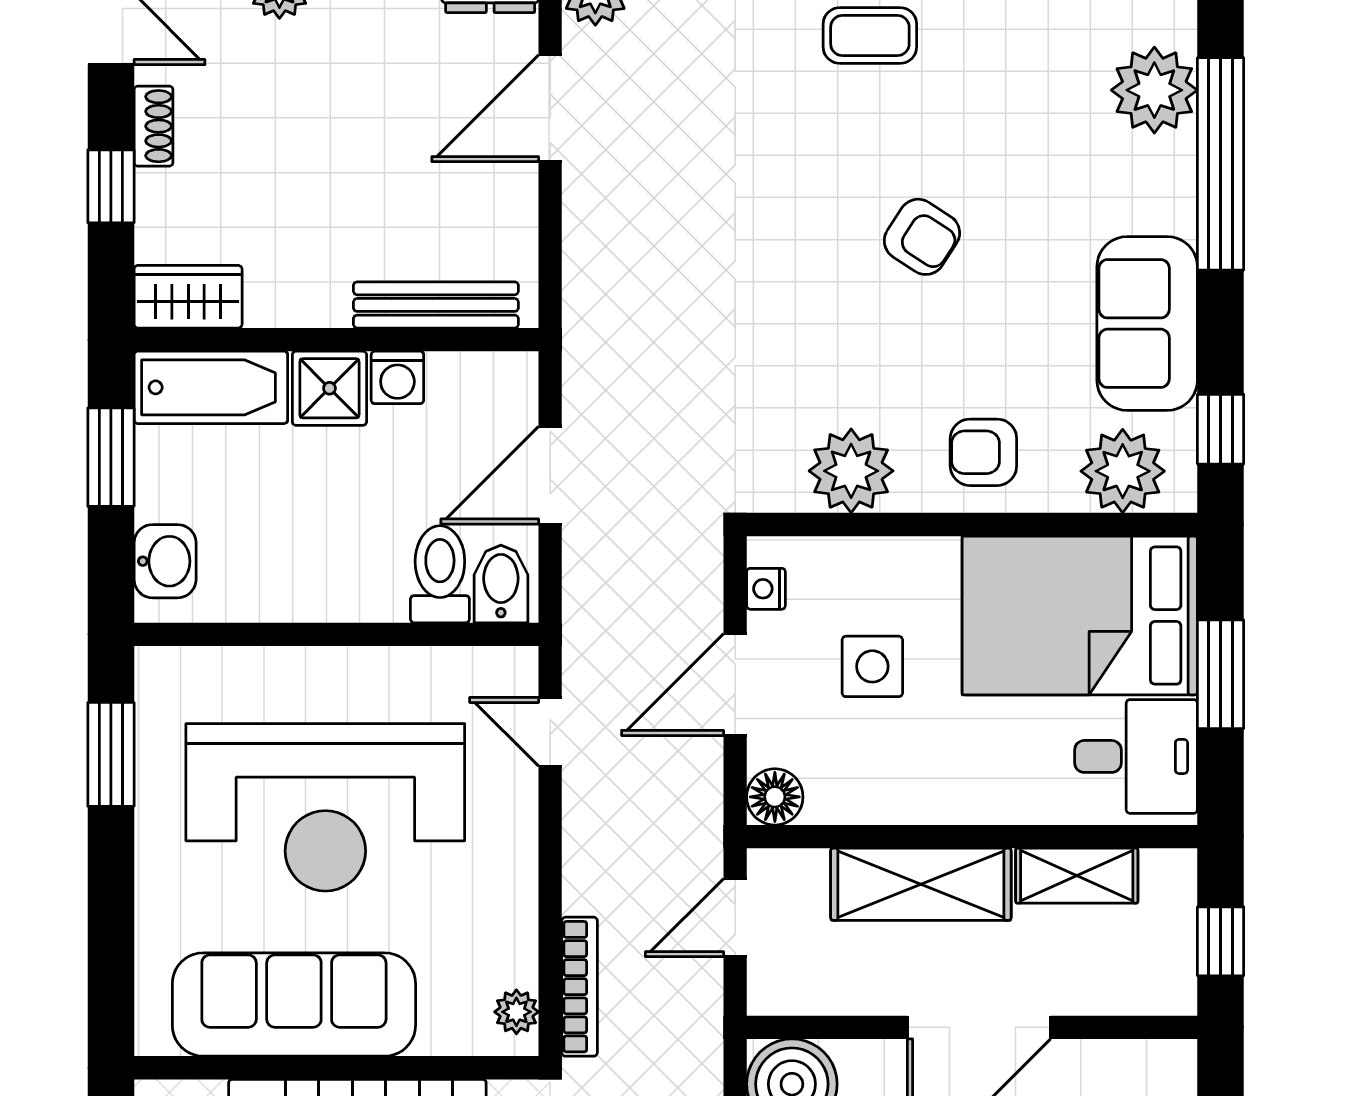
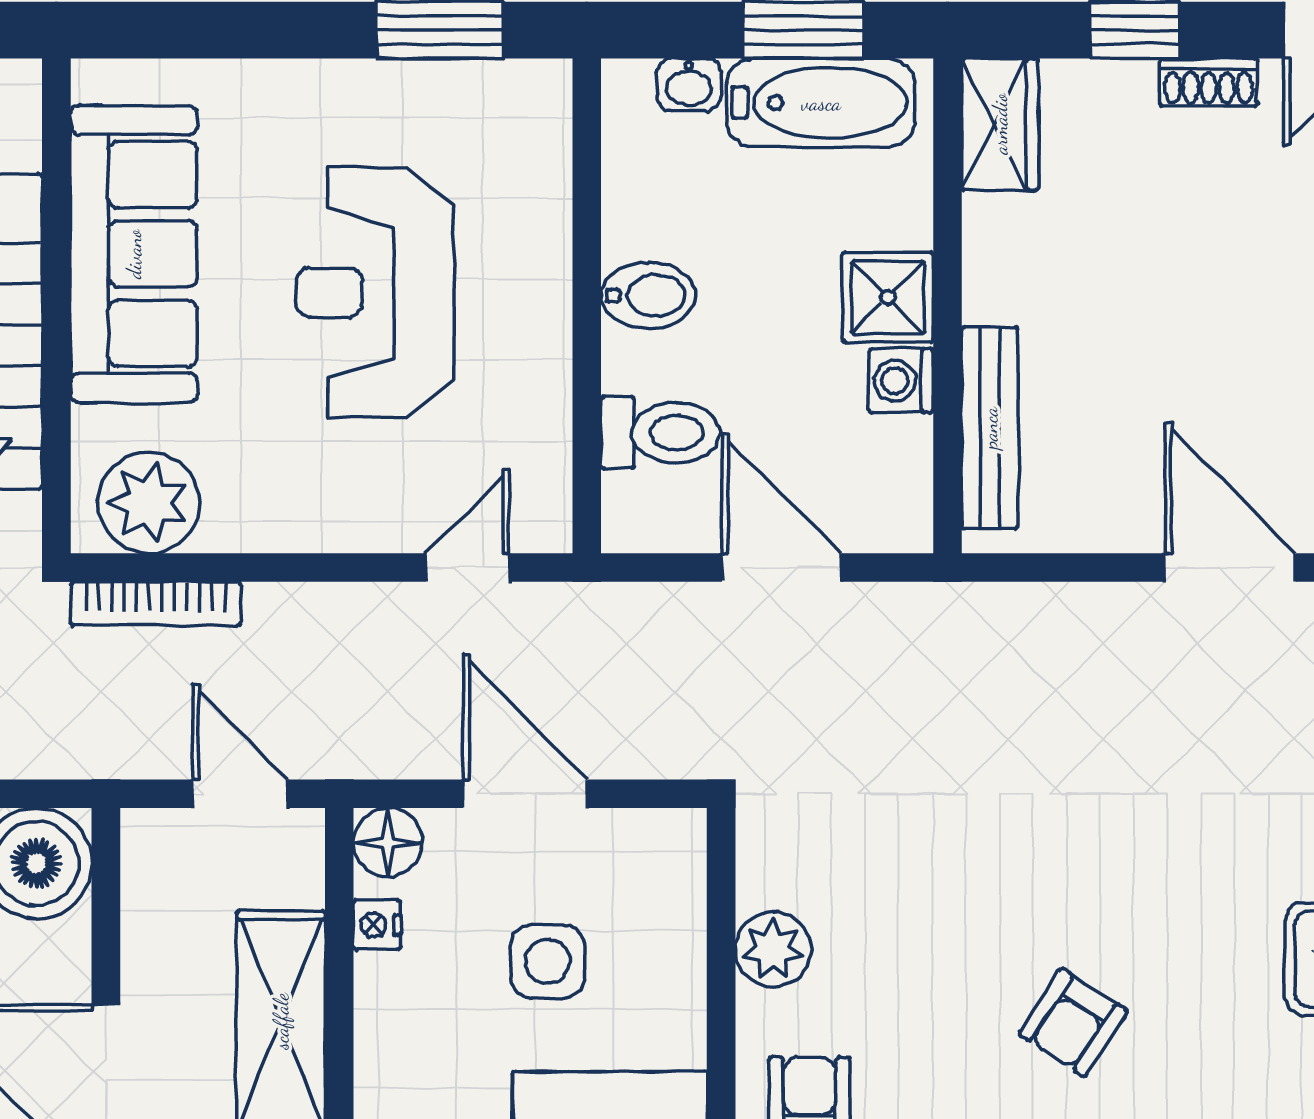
bathtub: (211, 387) -> (821, 103), moved, turned -90
plant: (851, 471) -> (773, 949), width x0.73, depth x0.73
washbasin: (165, 561) -> (689, 85), width x0.72, depth x0.69
bidet: (501, 584) -> (648, 295), moved
nightstand: (766, 589) -> (377, 925), moved, turned -90
reception desk: (325, 807) -> (375, 292), width x0.74, depth x0.77
plant: (516, 1012) -> (149, 503), width x1.88, depth x1.88

